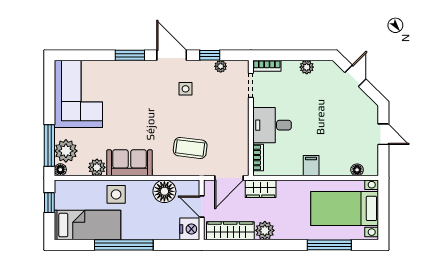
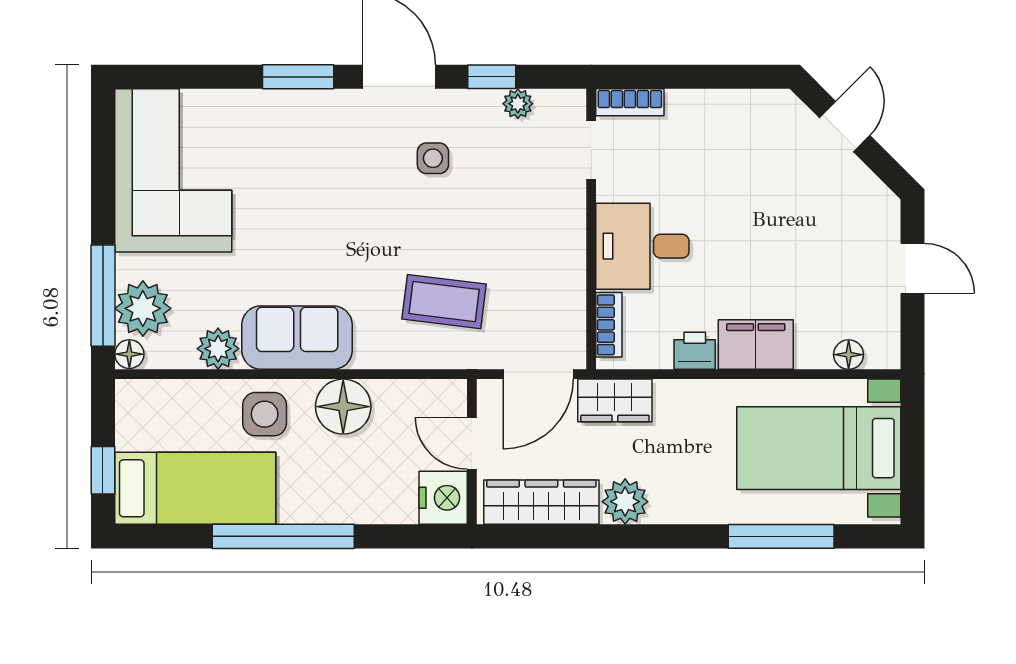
plant: (307, 67) -> (727, 106), removed
filing cabinet: (311, 166) -> (756, 344), width x2.00
printer: (294, 168) -> (695, 351), added
floor lamp: (164, 191) -> (343, 407), moved
window: (49, 203) -> (103, 470), moved

